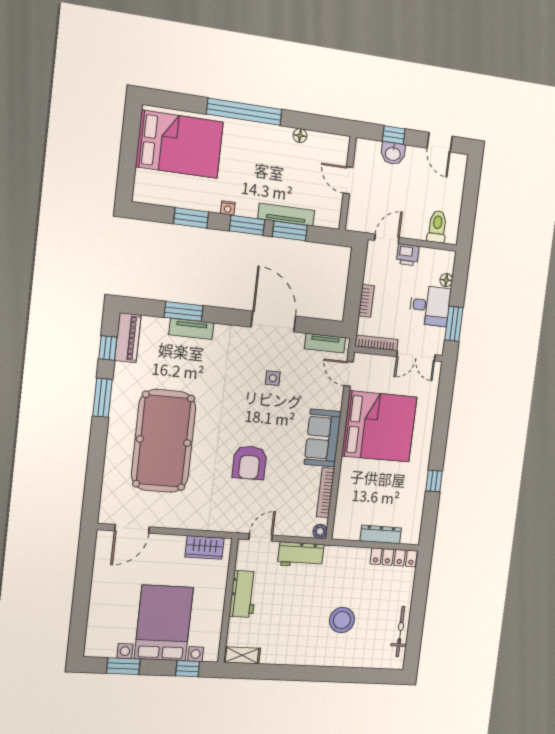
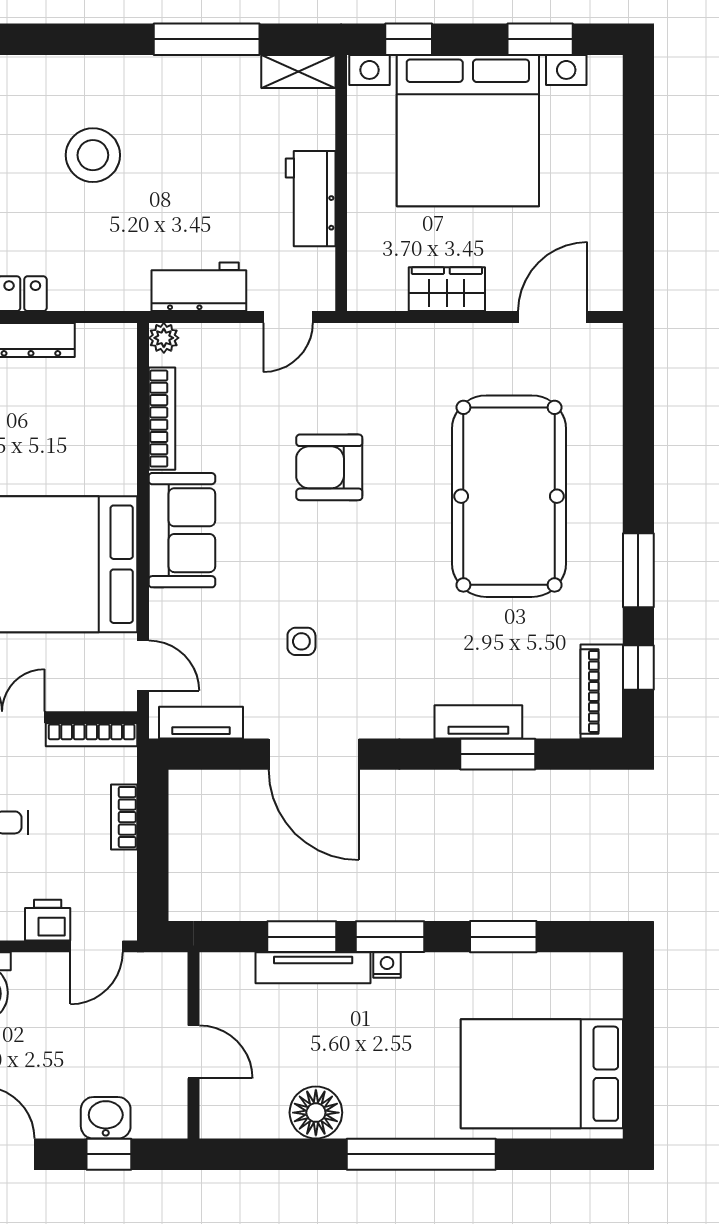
floor lamp: (300, 136) -> (316, 1113), width x1.89, depth x1.89
nightstand: (228, 208) -> (387, 965), moved
armchair: (250, 463) -> (329, 467), turned -90
wardrobe: (205, 547) -> (447, 289), moved
bed with nightstands: (164, 623) -> (468, 131), width x1.36
window: (283, 672) -> (207, 39), added

